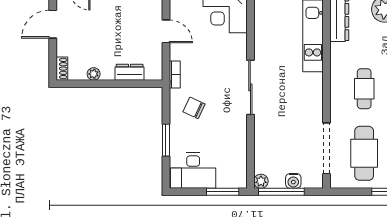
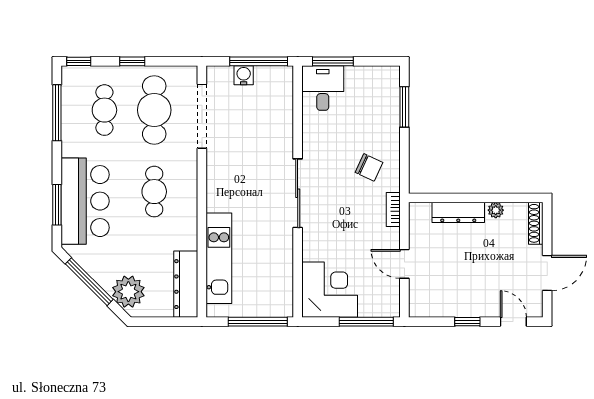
shoe rack: (62, 69) -> (536, 223), width x1.43
dresser: (130, 72) -> (458, 212), width x1.44
window: (166, 140) -> (404, 107), moved
desk: (193, 171) -> (323, 88), moved, width x0.73
plant: (261, 181) -> (284, 75), removed

